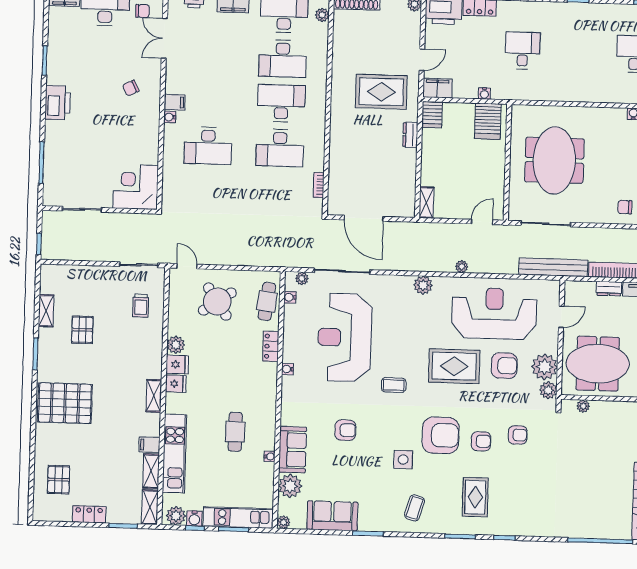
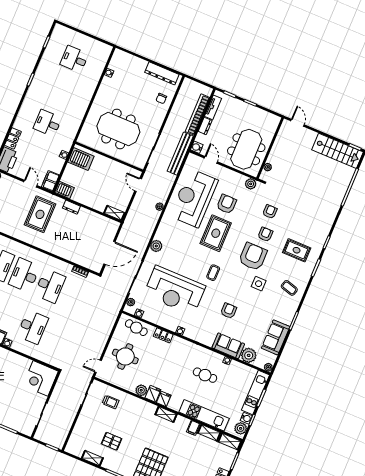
plant: (423, 285) -> (156, 246), moved
water cooler: (572, 288) -> (197, 147), added
round table: (217, 302) -> (125, 356), turned 34
plant: (545, 367) -> (236, 181), removed

